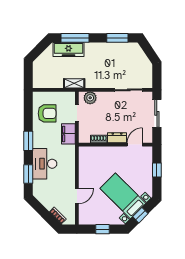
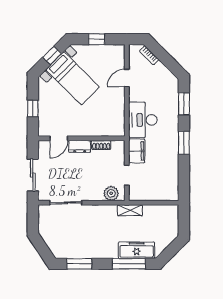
armchair: (47, 113) -> (162, 175), removed
desk: (45, 164) -> (143, 120), moved, turned 180

